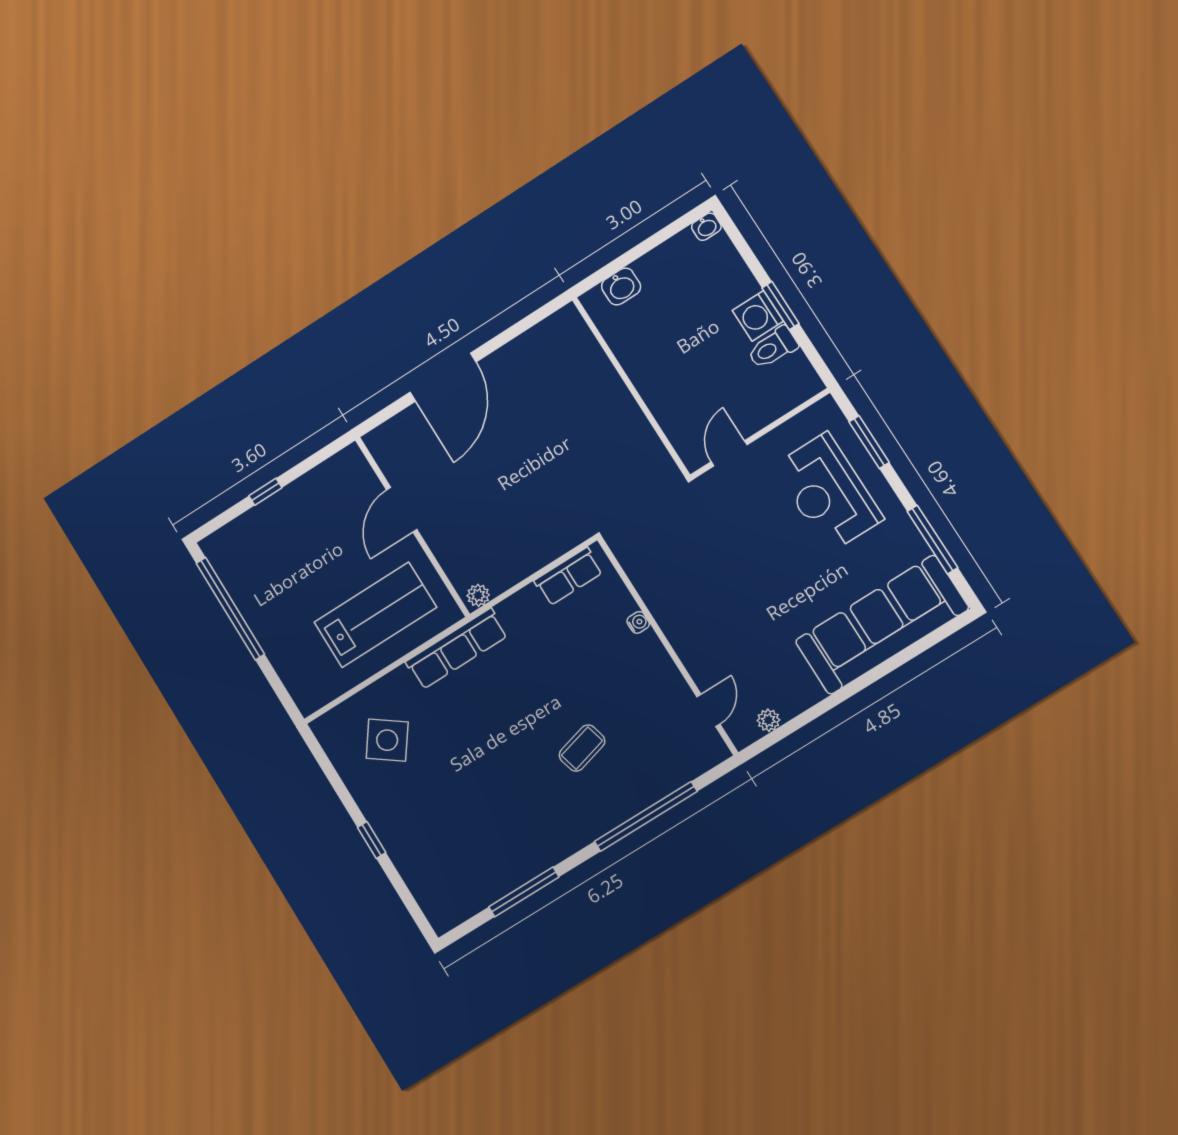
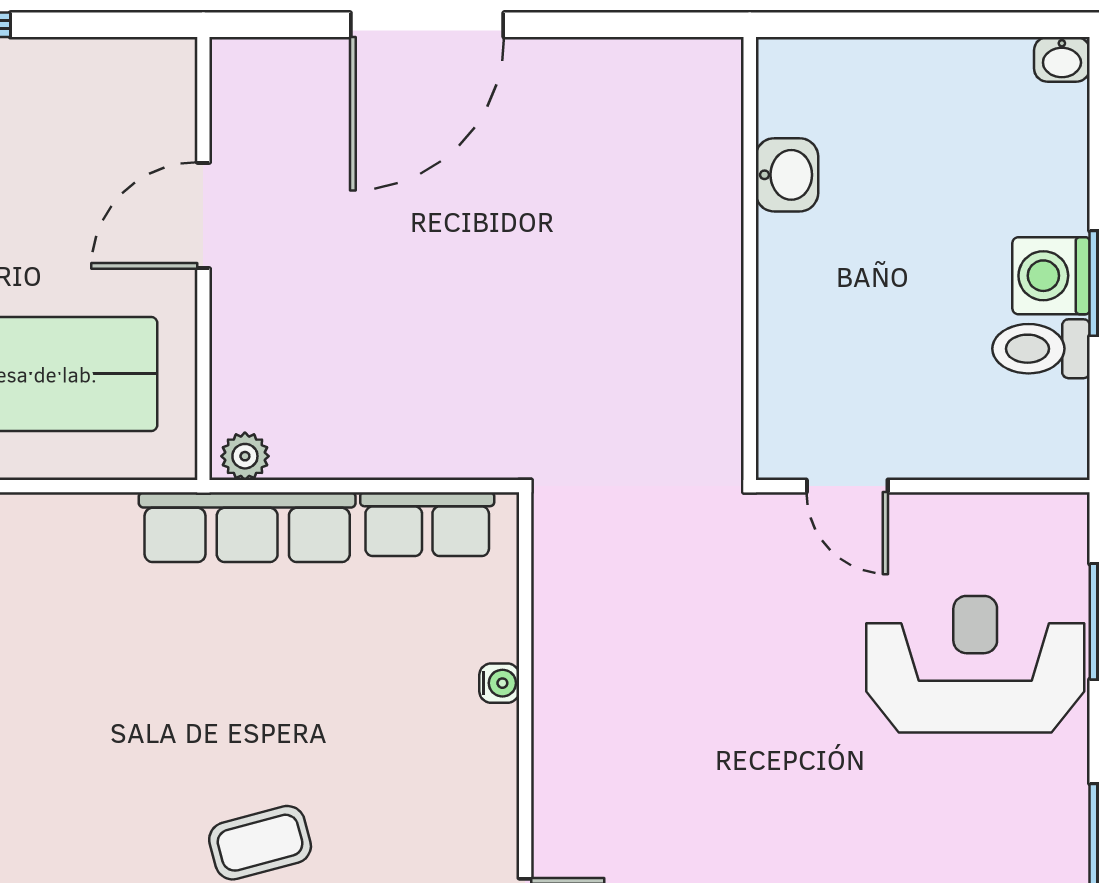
washbasin: (621, 287) -> (787, 175), moved, turned -90
door: (729, 453) -> (847, 486), swing flipped
reception desk: (828, 492) -> (975, 664), turned 90
row of seats: (457, 649) -> (247, 527), moved

